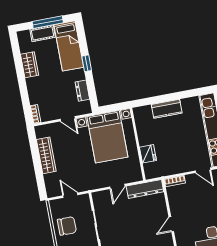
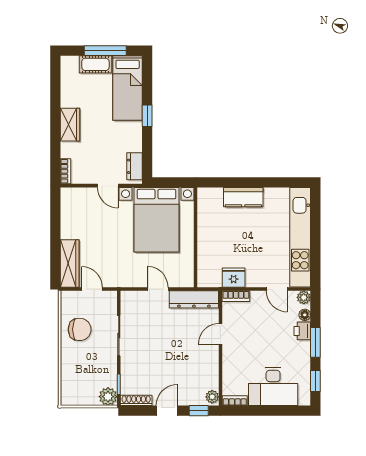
wardrobe: (30, 65) -> (70, 125), moved
dresser: (82, 91) -> (134, 166), moved
fridge: (148, 154) -> (234, 278), moved, turned -90
wardrobe: (46, 155) -> (70, 263), moved
door: (117, 186) -> (158, 289), swing flipped
door: (171, 224) -> (220, 334), moved

